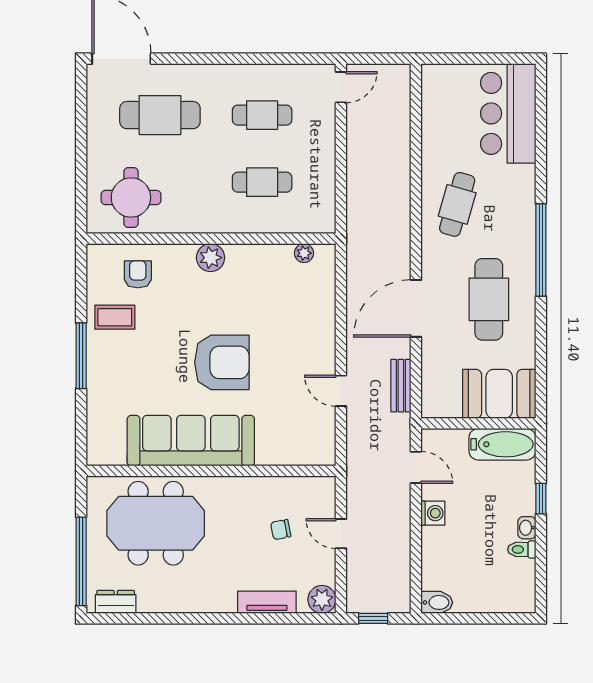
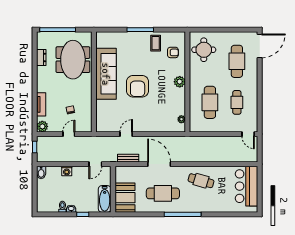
bar counter: (508, 113) -> (246, 186), moved, turned -90
cafe table: (262, 182) -> (210, 102), width x1.37, depth x1.35
washing machine: (433, 513) -> (67, 171), moved
dresser: (116, 602) -> (41, 57), moved

